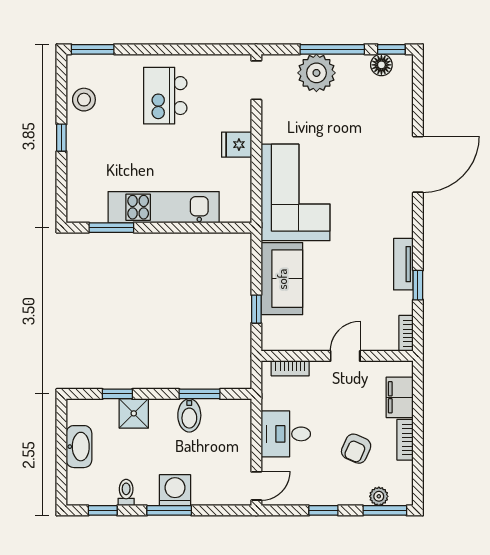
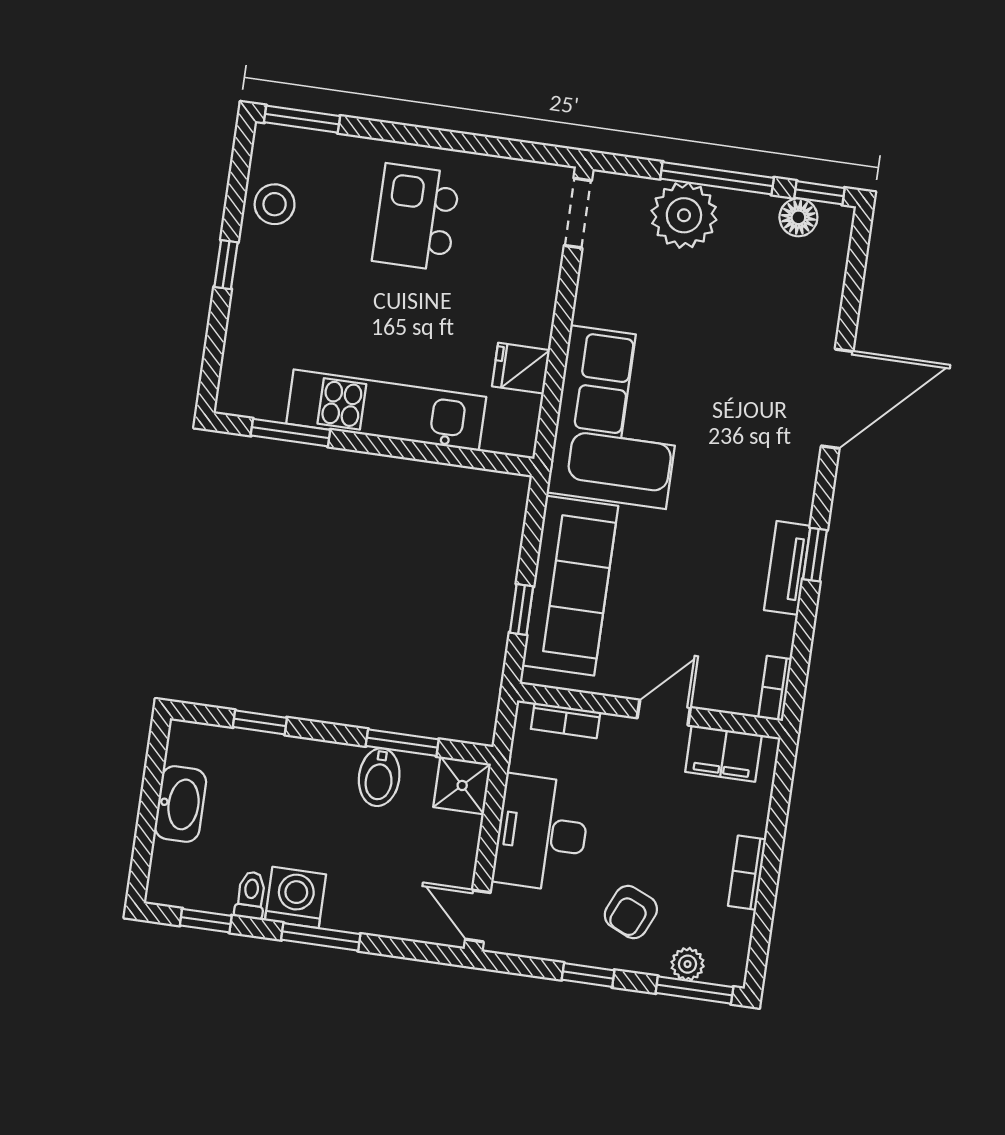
fridge: (237, 145) -> (521, 368), moved
sofa: (282, 279) -> (570, 586), width x1.36
window: (418, 285) -> (815, 555), moved
filing cabinet: (400, 397) -> (723, 753), moved, turned -90
shower: (134, 413) -> (462, 785), moved
desk: (286, 434) -> (542, 833), width x1.37
armchair: (356, 449) -> (631, 912), moved
door: (256, 486) -> (478, 916), swing flipped
washing machine: (175, 490) -> (296, 897), moved

